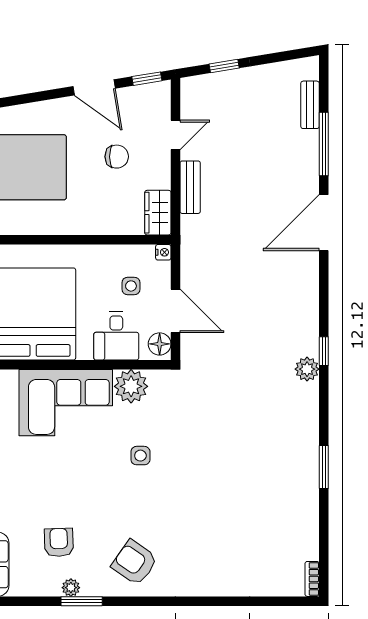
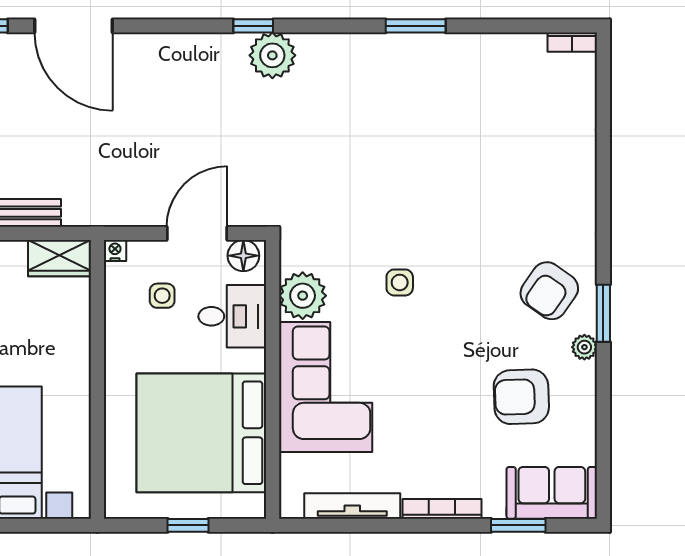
plant: (307, 369) -> (272, 55), width x1.36, depth x1.36
armchair: (59, 542) -> (521, 397), width x1.38, depth x1.38
plant: (71, 588) -> (584, 347), moved
window: (82, 601) -> (603, 313), moved

